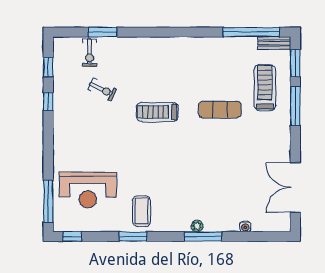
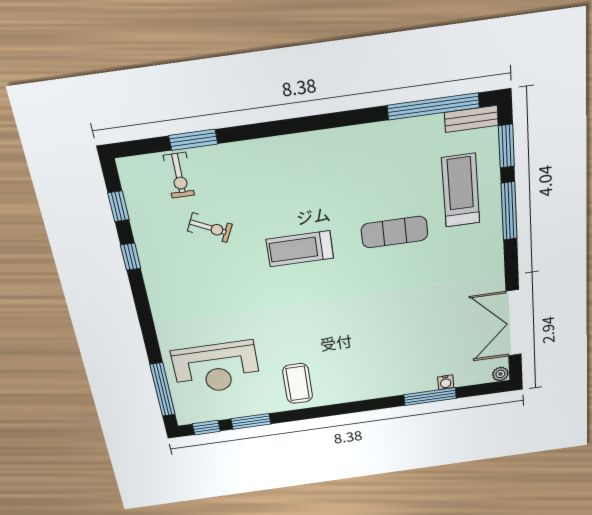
plant: (197, 226) -> (500, 374), moved
window: (133, 236) -> (251, 421), moved
window: (203, 236) -> (430, 397), moved

